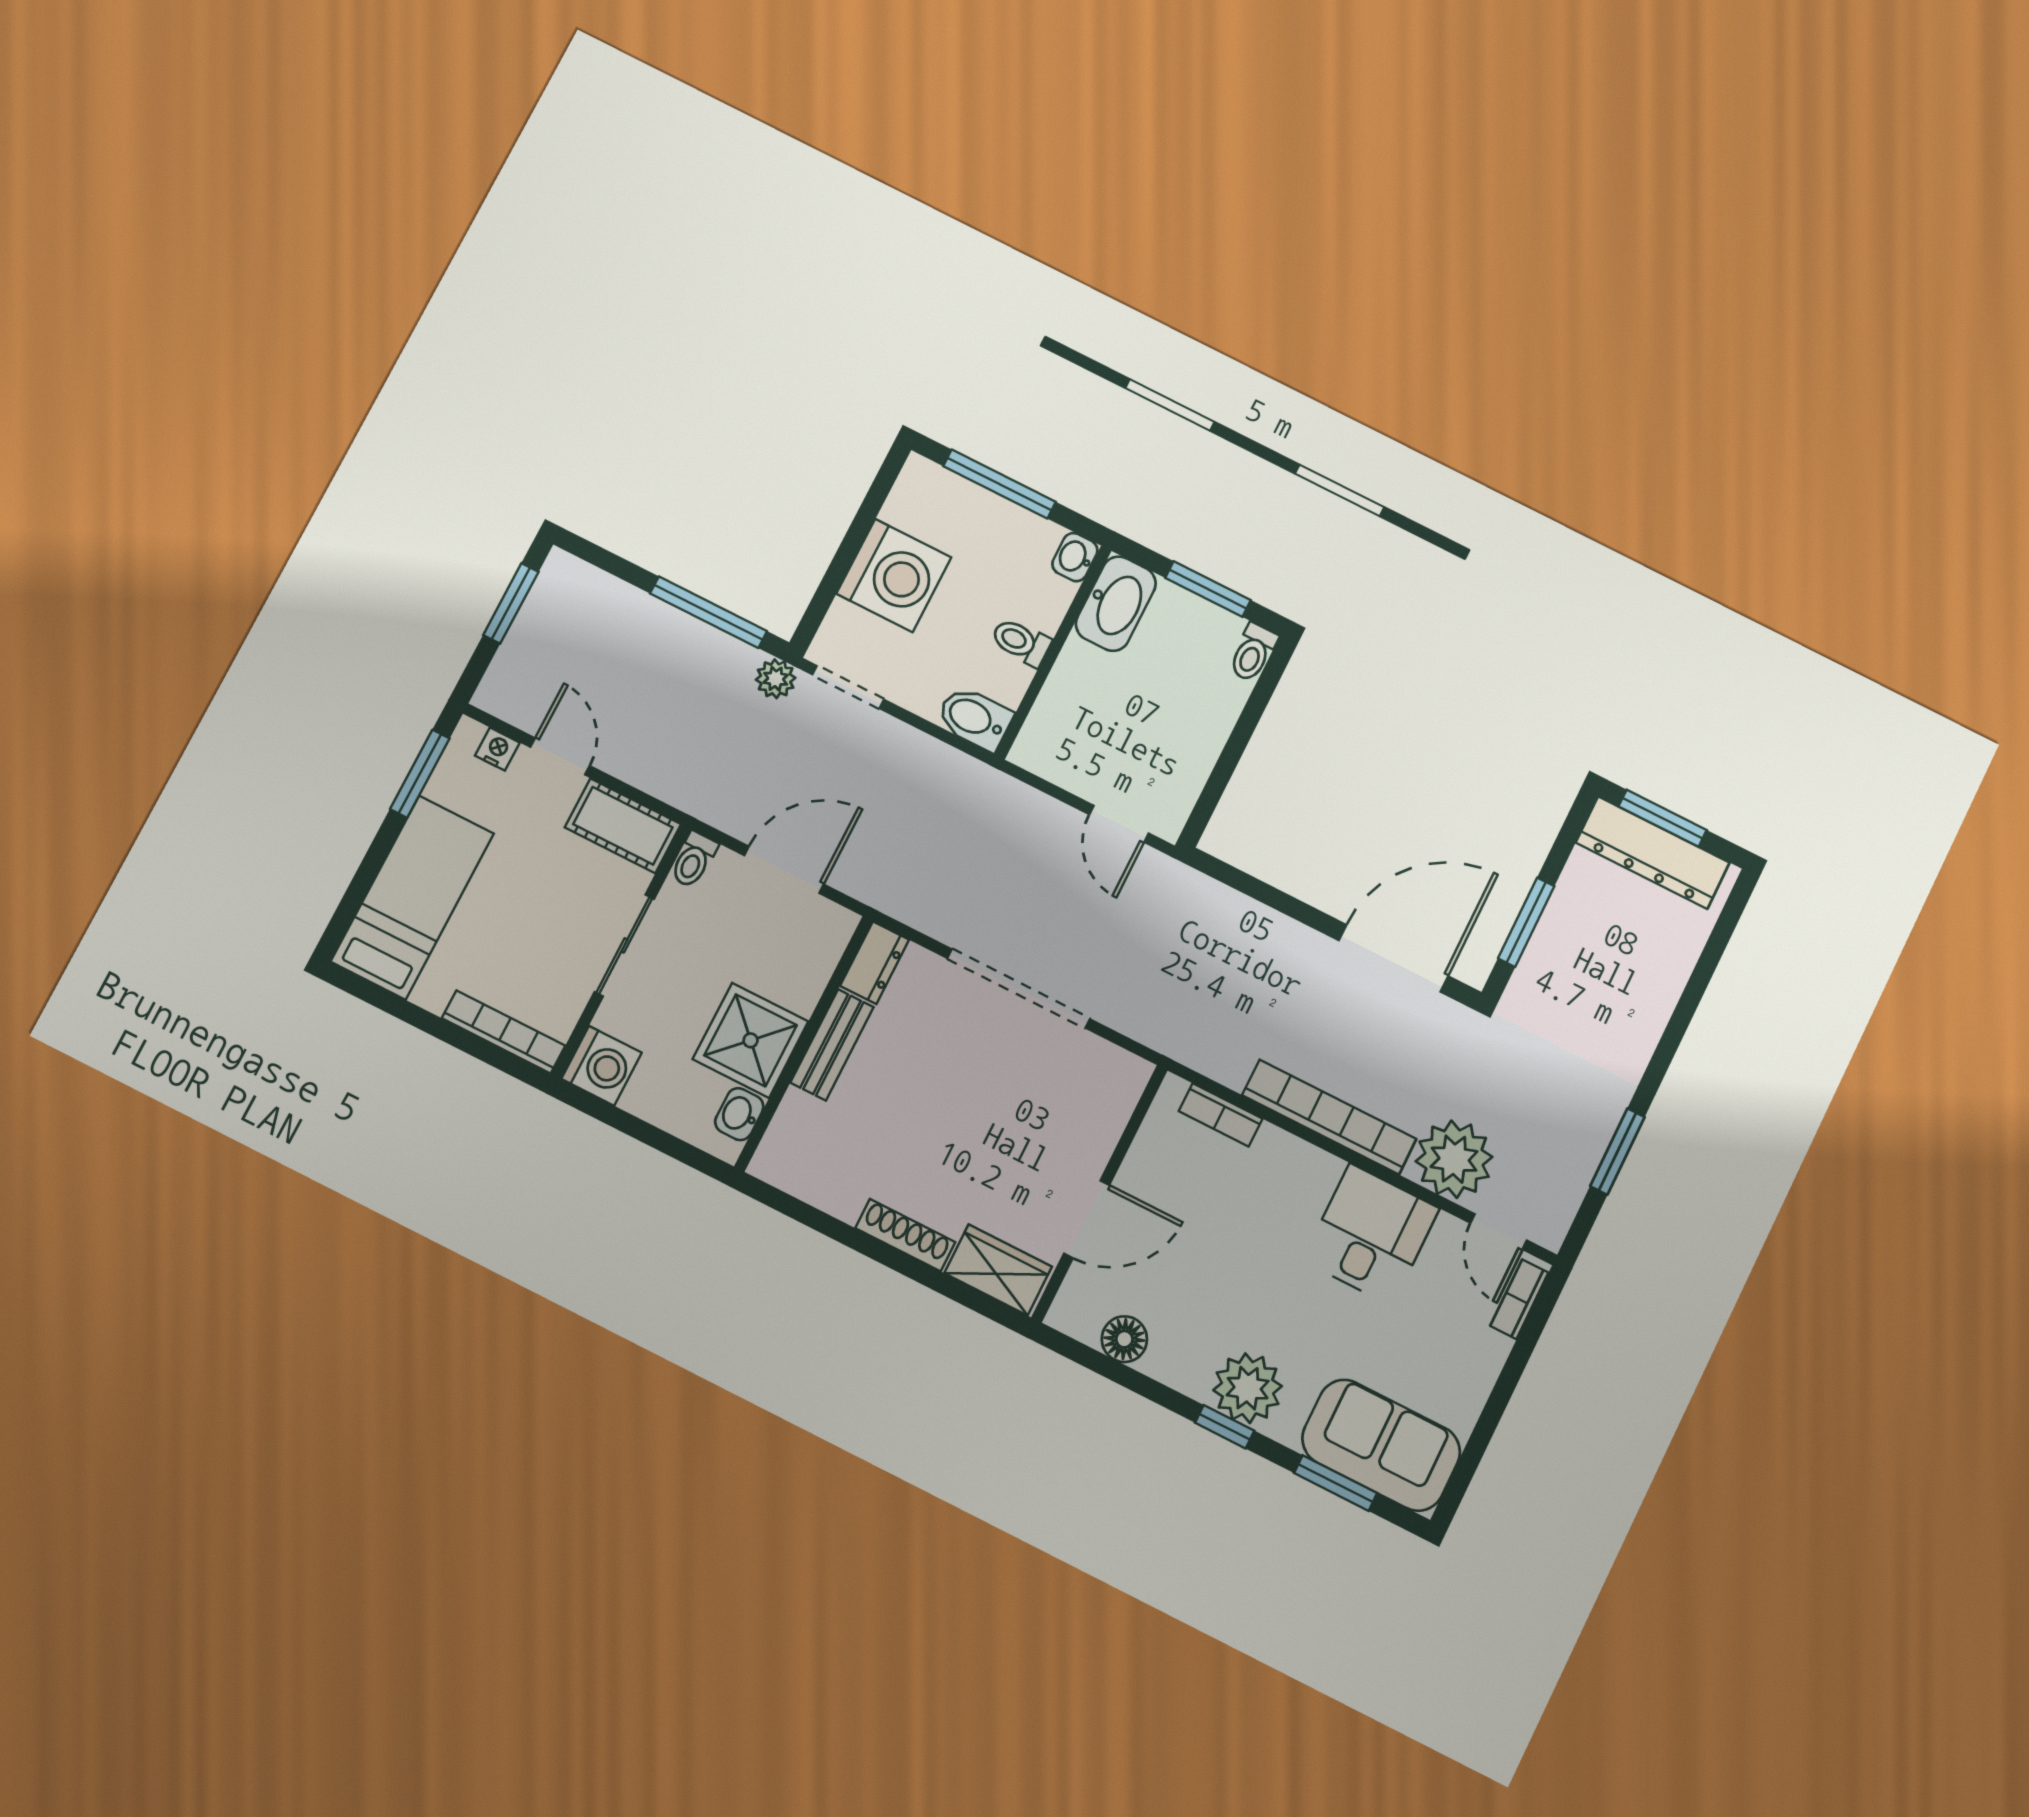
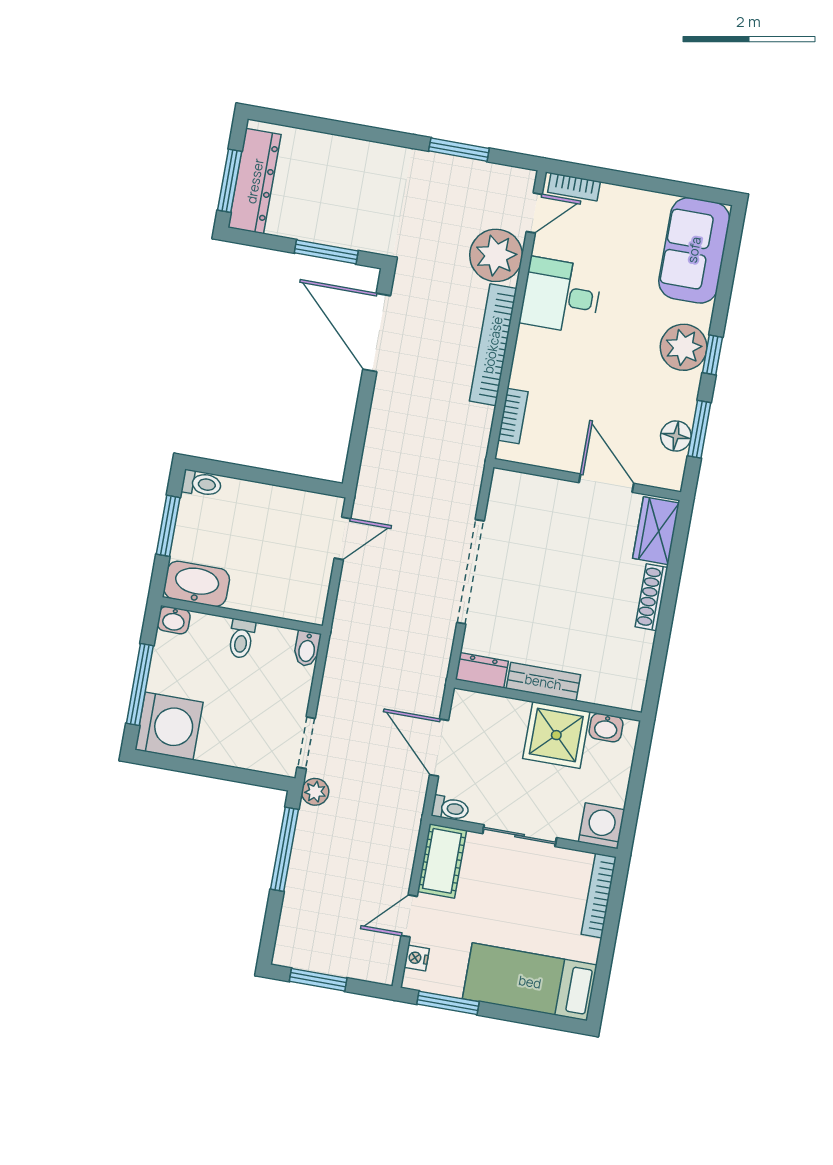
washing machine: (894, 576) -> (169, 726), moved, turned 90
bidet: (974, 718) -> (307, 649), width x0.72, depth x0.74
window: (1336, 1483) -> (699, 429), moved

